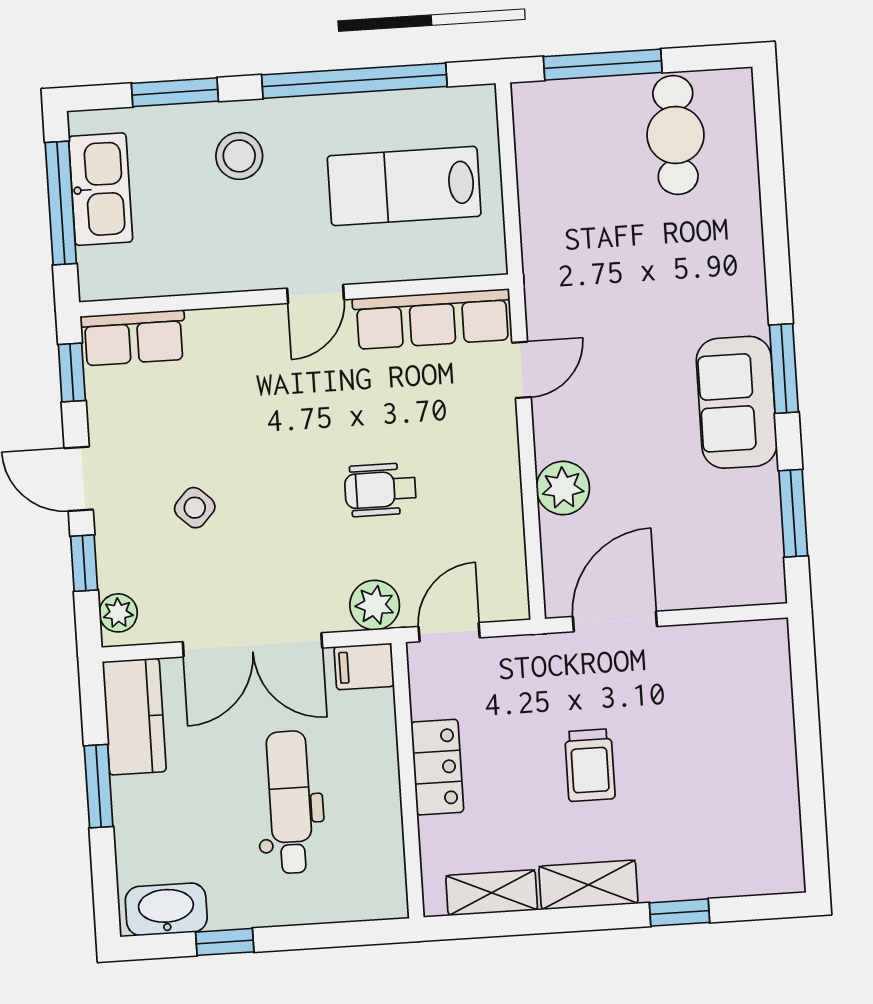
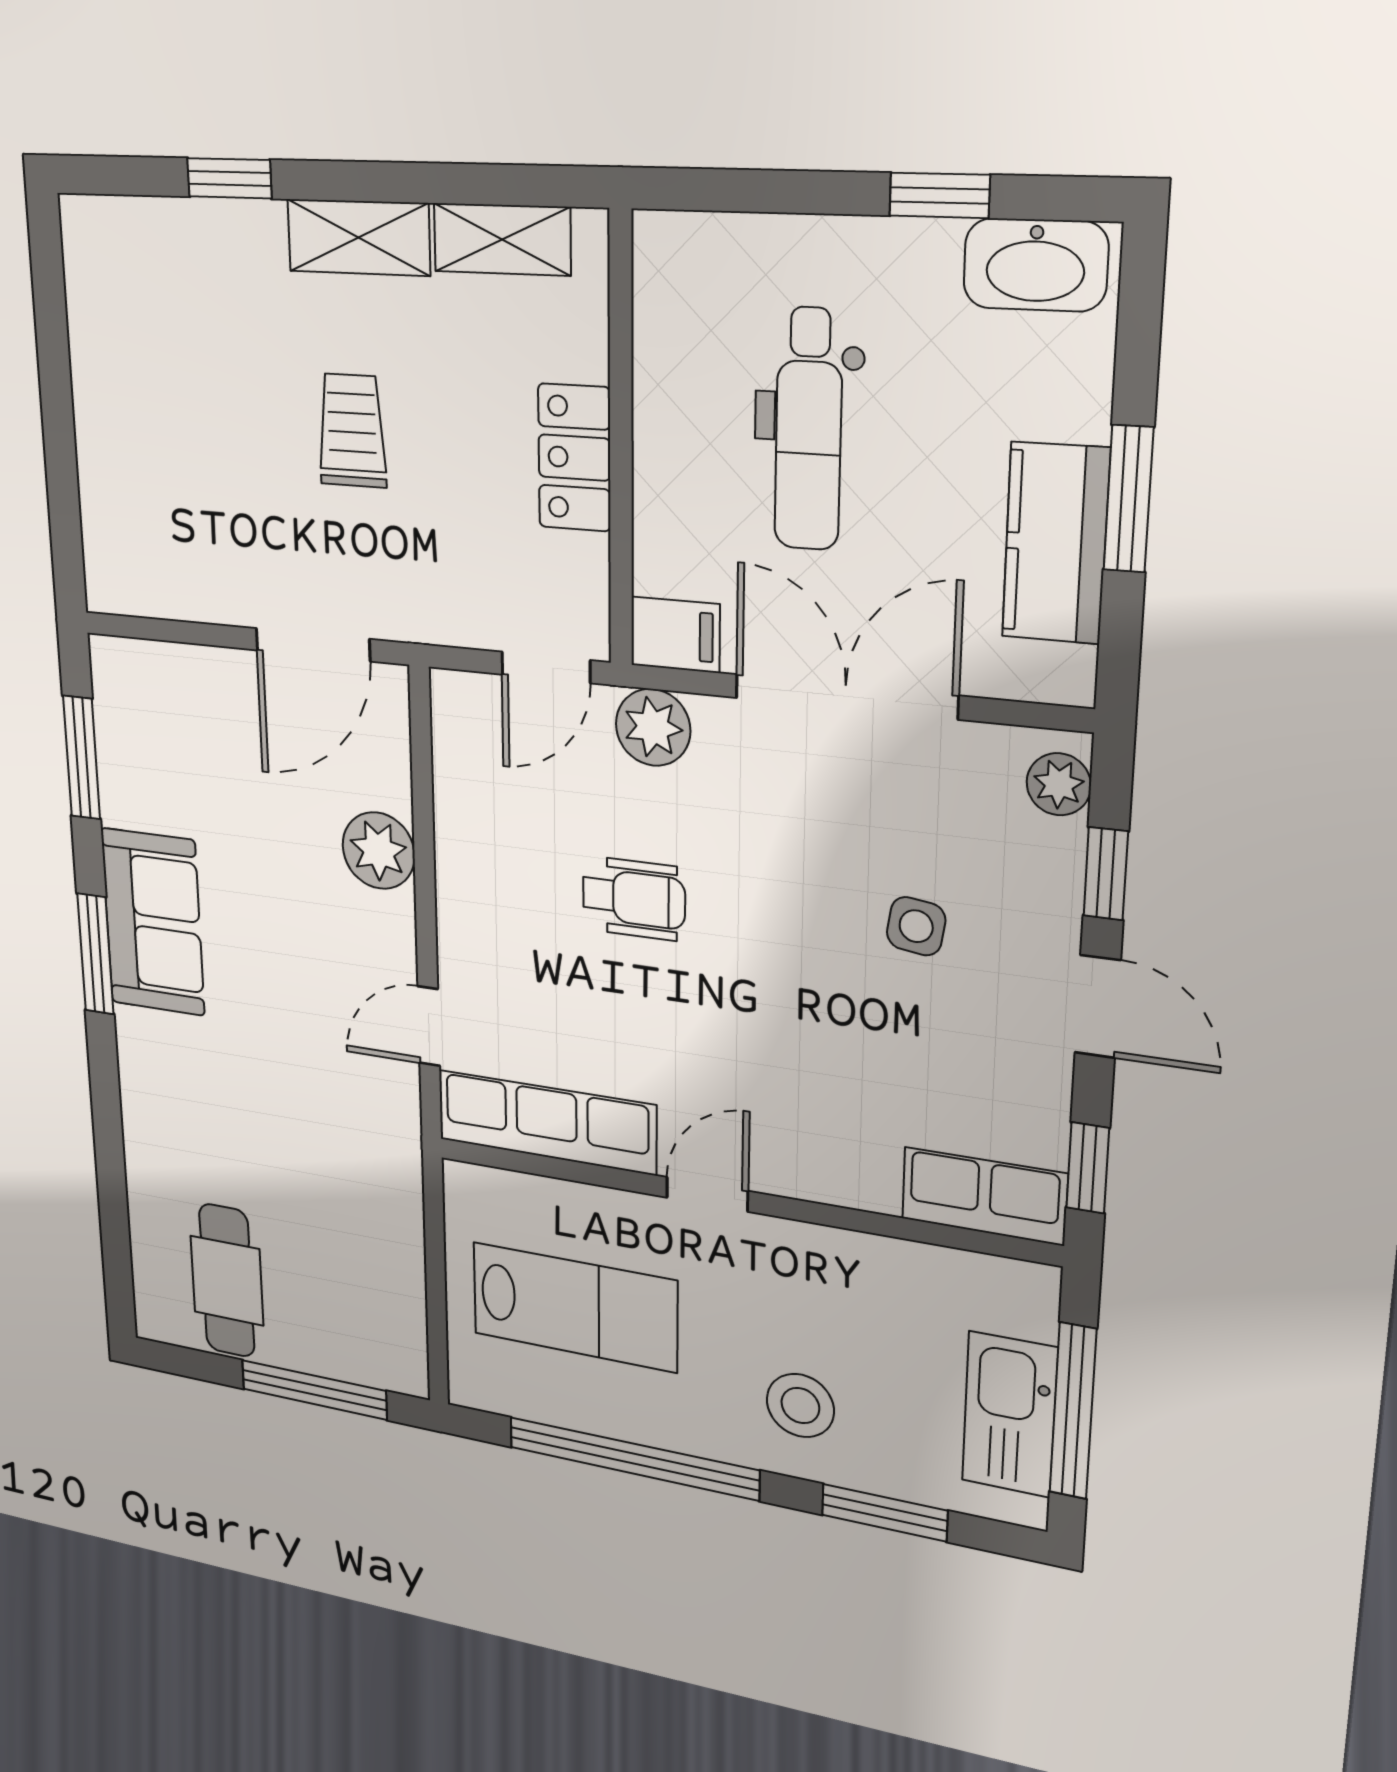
side table: (195, 508) -> (916, 926), turned -35
kitchen counter: (134, 717) -> (1056, 543), moved

